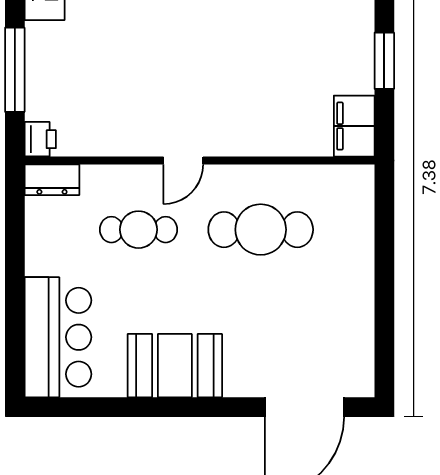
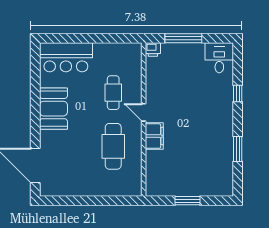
filing cabinet: (354, 126) -> (154, 136), moved, turned 90
dresser: (52, 180) -> (135, 55), removed

